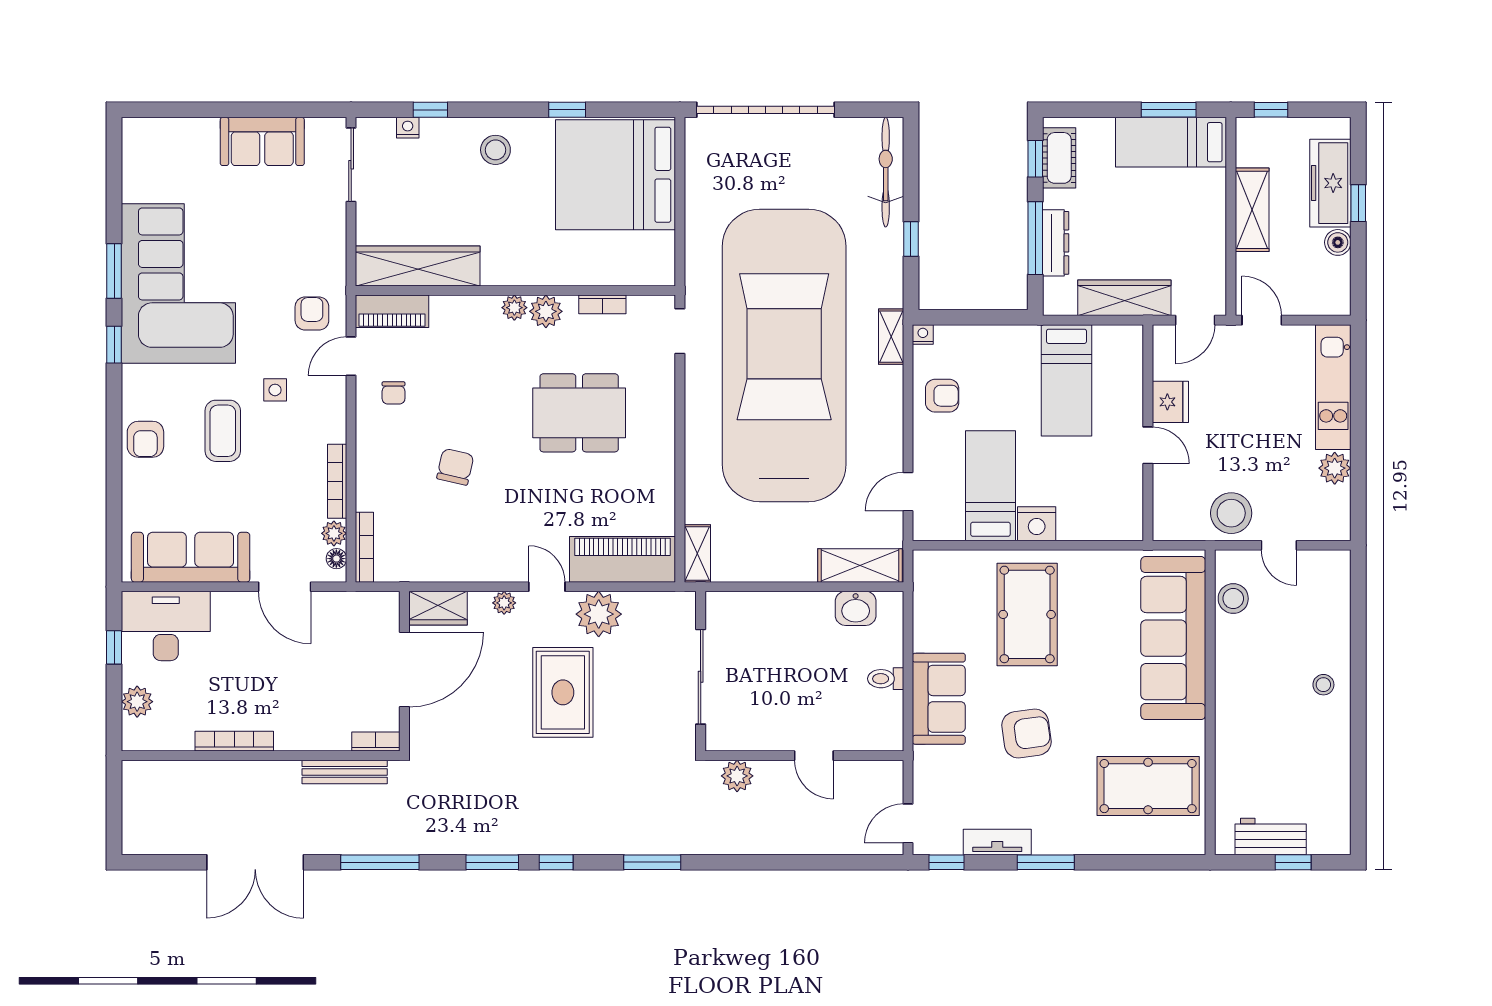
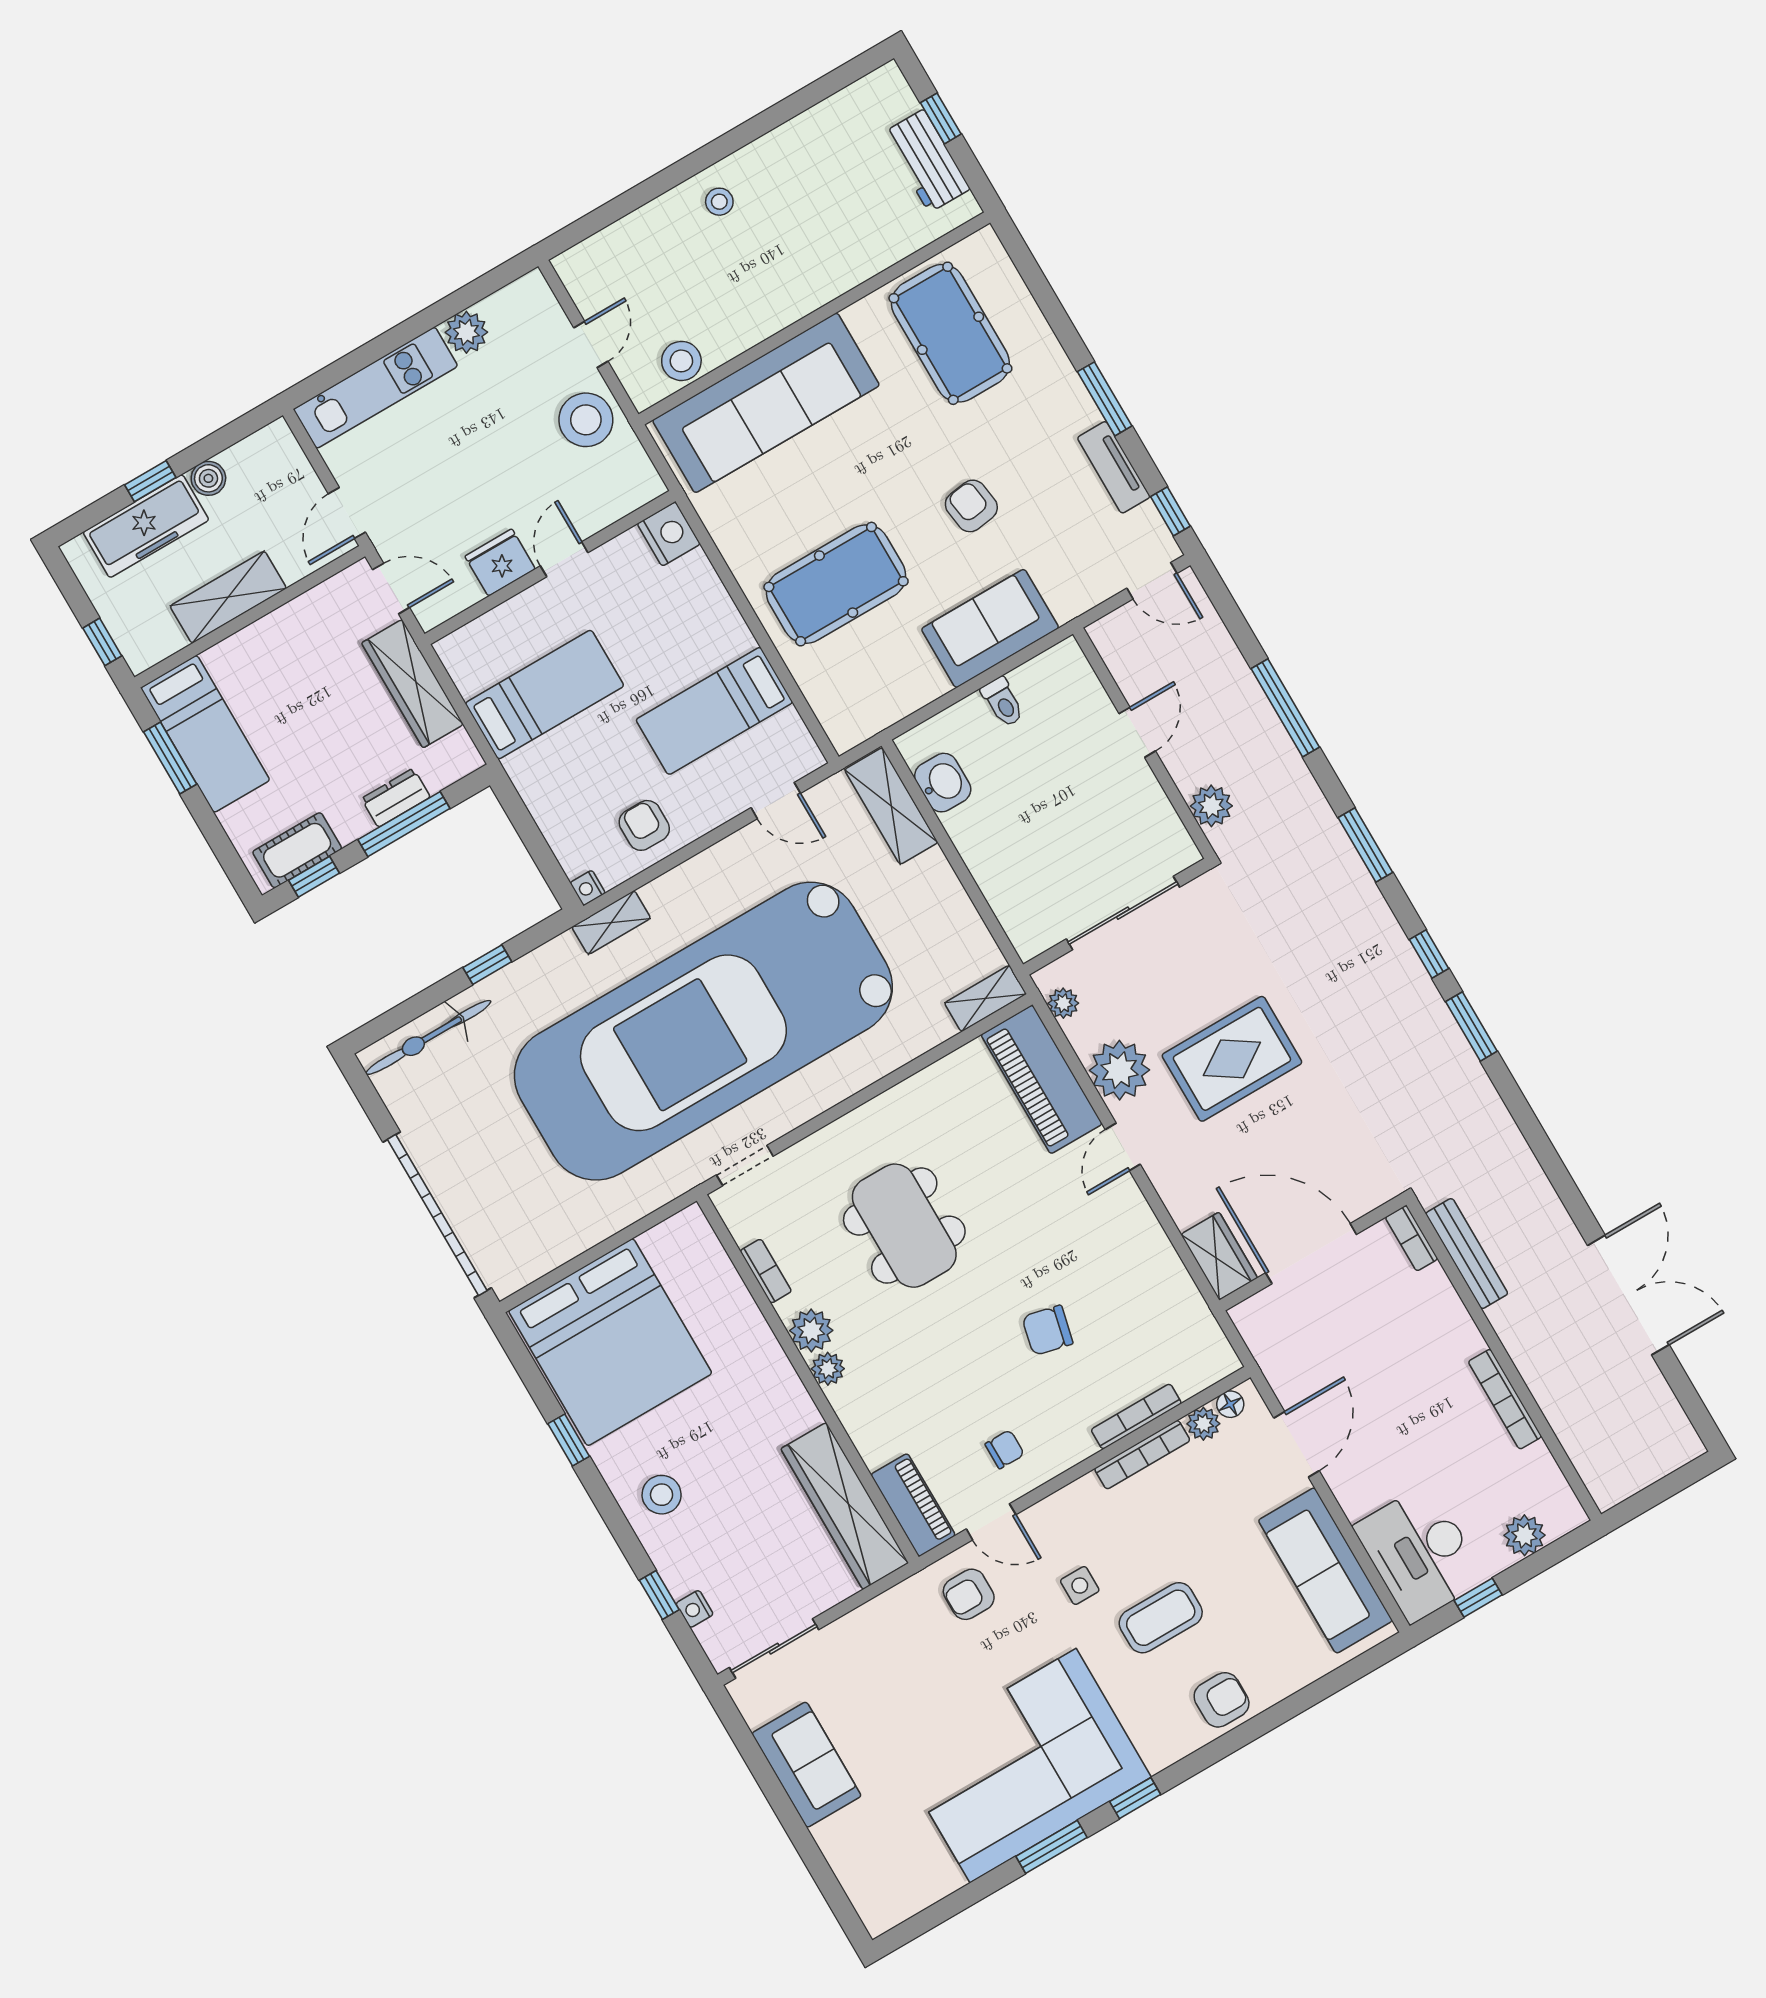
dresser: (1056, 243) -> (396, 798), width x0.70
nightstand: (1037, 524) -> (669, 534), moved
bookcase: (364, 547) -> (1136, 1416), moved
plant: (504, 603) -> (1063, 1003), moved
armchair: (1027, 733) -> (971, 506), width x0.72, depth x0.72
window: (380, 862) -> (1285, 708), moved

